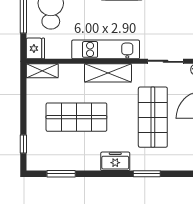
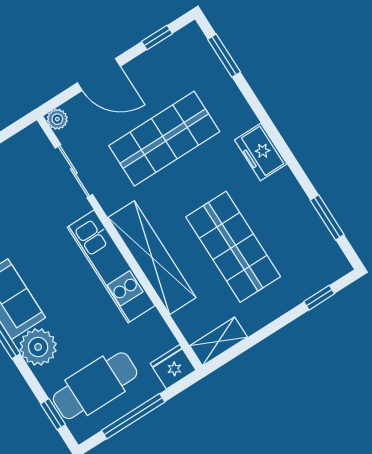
shelving: (42, 71) -> (219, 341), moved, turned 90
shelving: (108, 73) -> (152, 258), width x1.47
window: (147, 174) -> (224, 56), moved

